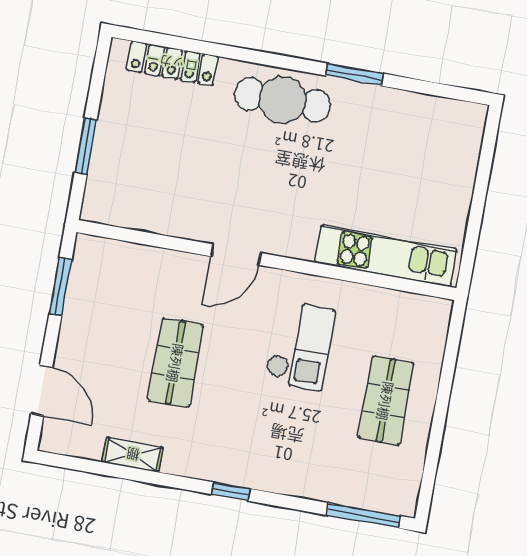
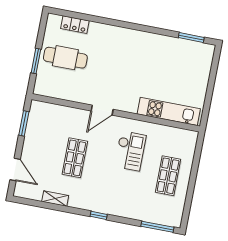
locker: (172, 63) -> (75, 25), width x0.66
window: (354, 75) -> (191, 38), moved
cafe table: (283, 100) -> (65, 58), moved

